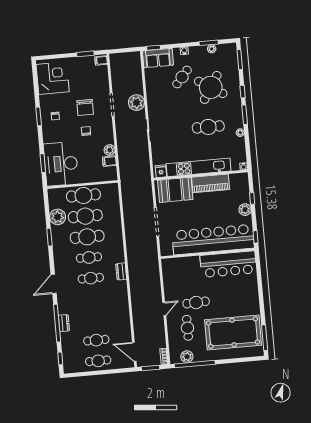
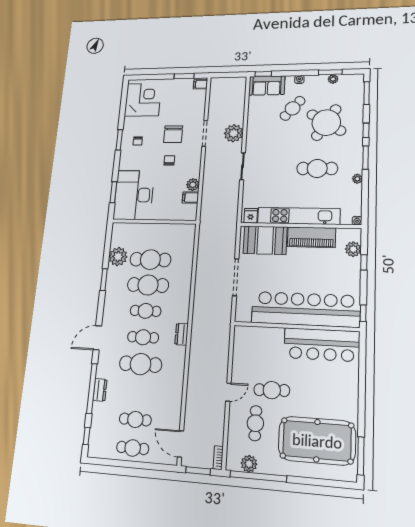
cafe table: (83, 195) -> (141, 364), moved
plant: (245, 210) -> (353, 249), moved

